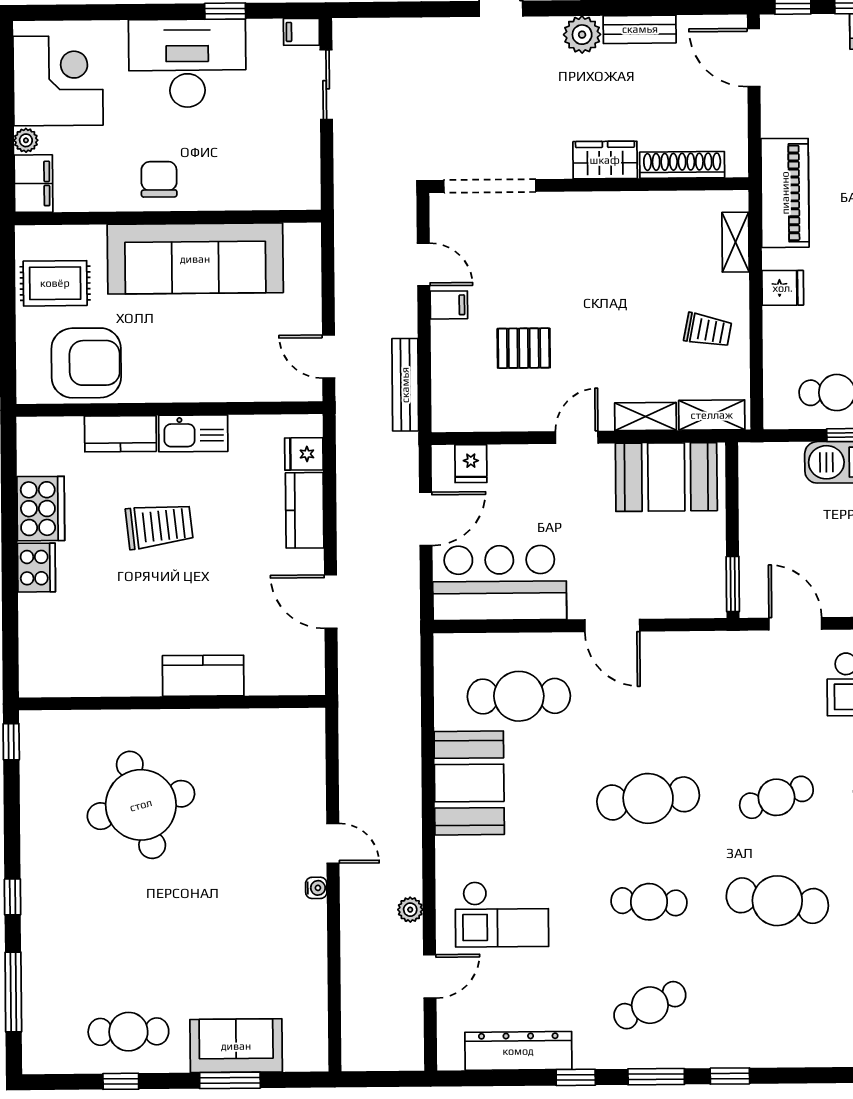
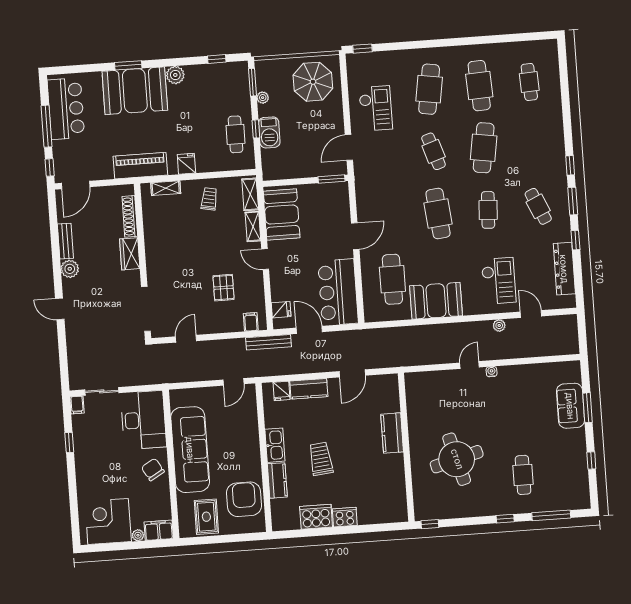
desk: (187, 63) -> (143, 420), moved, turned 180
chair: (159, 179) -> (153, 470), turned 60
filing cabinet: (449, 305) -> (251, 322), moved
bench: (405, 385) -> (268, 342), moved
cafe table: (128, 1032) -> (523, 475), moved

